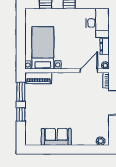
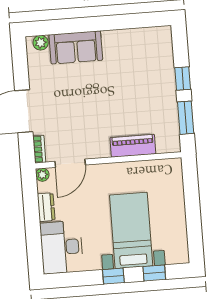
bed with nightstands: (43, 48) -> (131, 230), moved, turned 180
piano: (39, 78) -> (133, 146), moved
sofa: (56, 137) -> (76, 47), moved

